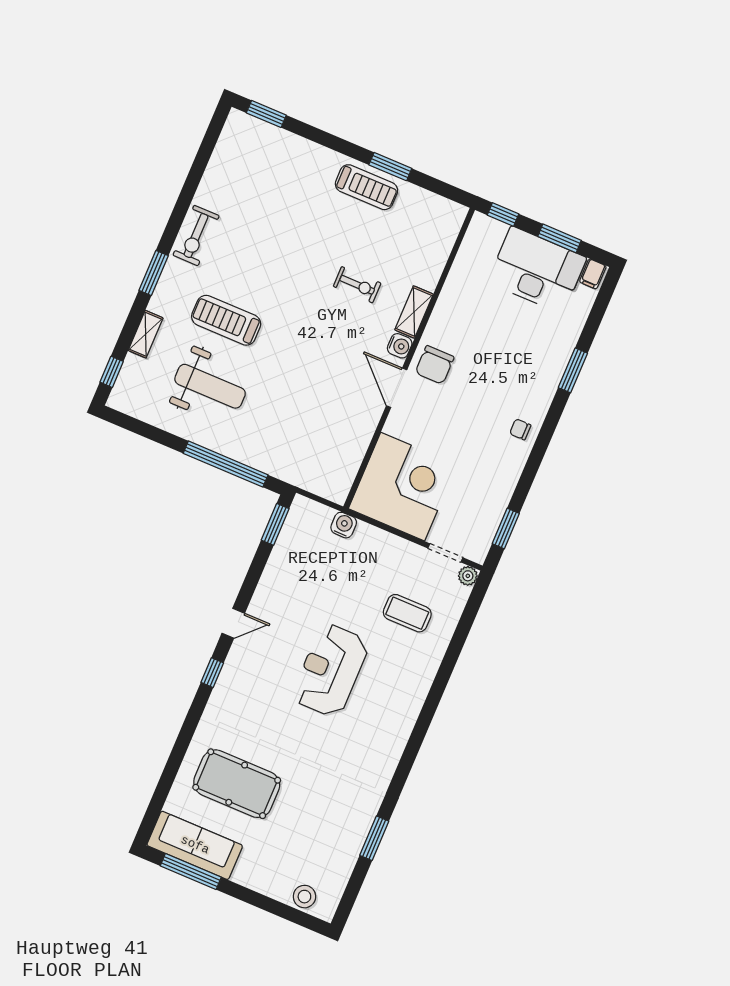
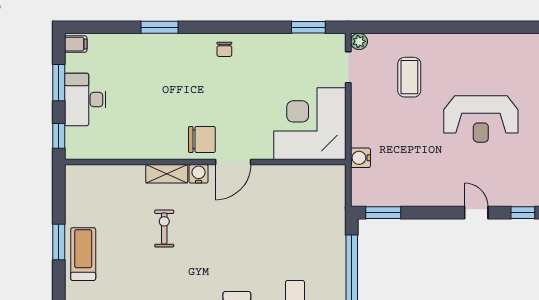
desk: (537, 270) -> (85, 99), width x0.73, depth x0.77

